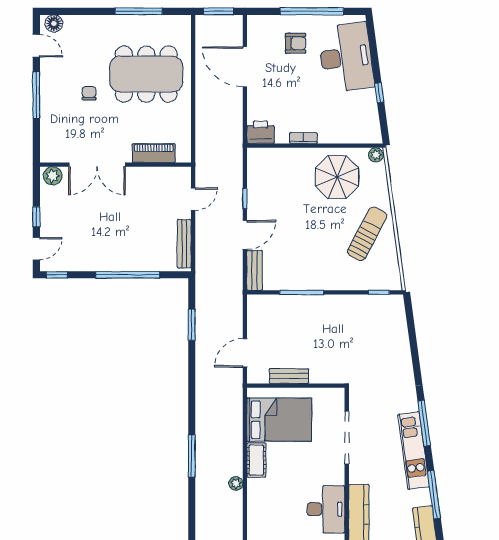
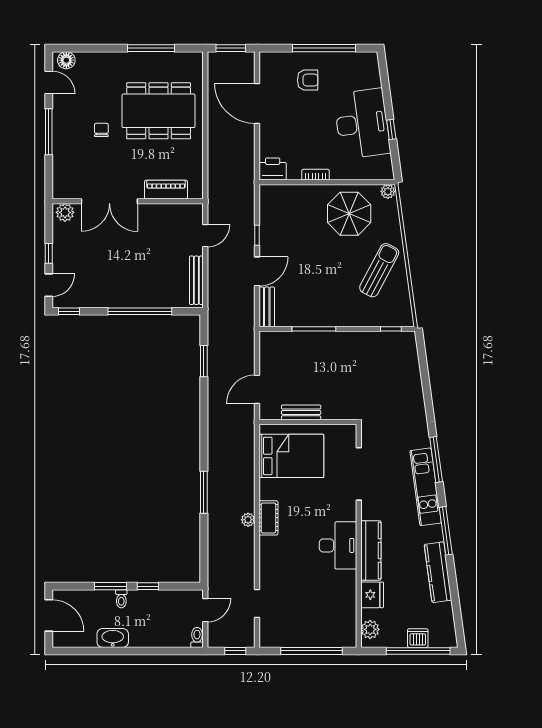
desk: (346, 57) -> (362, 124), moved
cot: (256, 460) -> (268, 518), moved

